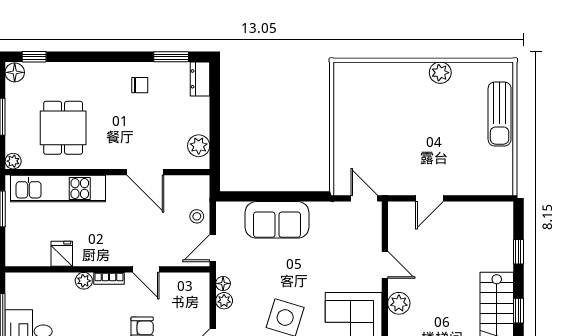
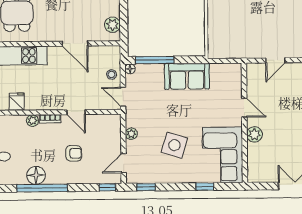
window: (258, 196) -> (155, 60), added
door: (364, 198) -> (229, 61), removed
sofa: (277, 220) -> (187, 76), moved
door: (213, 248) -> (123, 97), hinge flipped
floor lamp: (223, 283) -> (130, 69), moved

